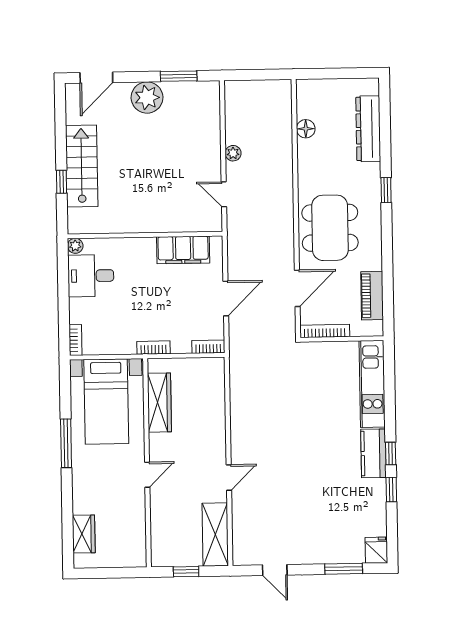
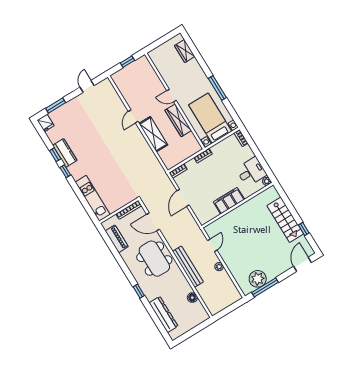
window: (179, 76) -> (265, 287), width x1.44
plant: (147, 97) -> (258, 279), moved
window: (62, 182) -> (304, 229), moved
bench: (283, 183) -> (188, 267), added
door: (224, 194) -> (212, 245), hinge flipped
filing cabinet: (183, 250) -> (229, 201), moved
door: (297, 288) -> (153, 222), hinge flipped
wardrobe: (159, 403) -> (178, 120), moved
kitchen counter: (373, 453) -> (65, 153), moved
door: (147, 475) -> (171, 96), hinge flipped
shelving: (215, 534) -> (153, 134), moved
door: (275, 570) -> (87, 86), hinge flipped

